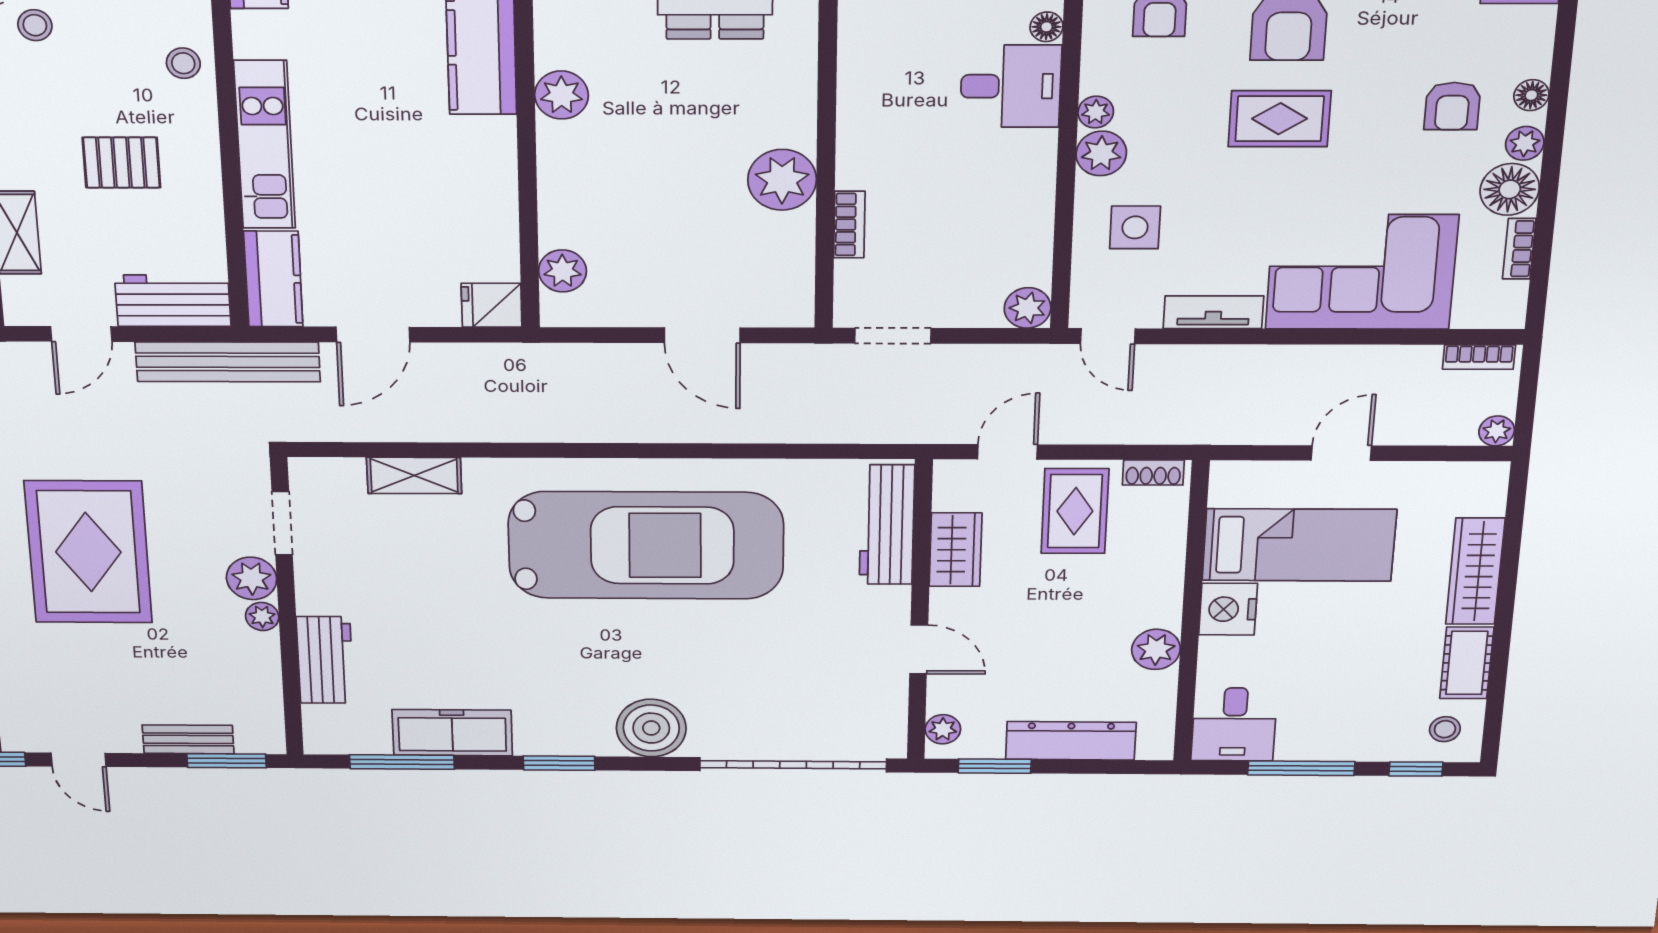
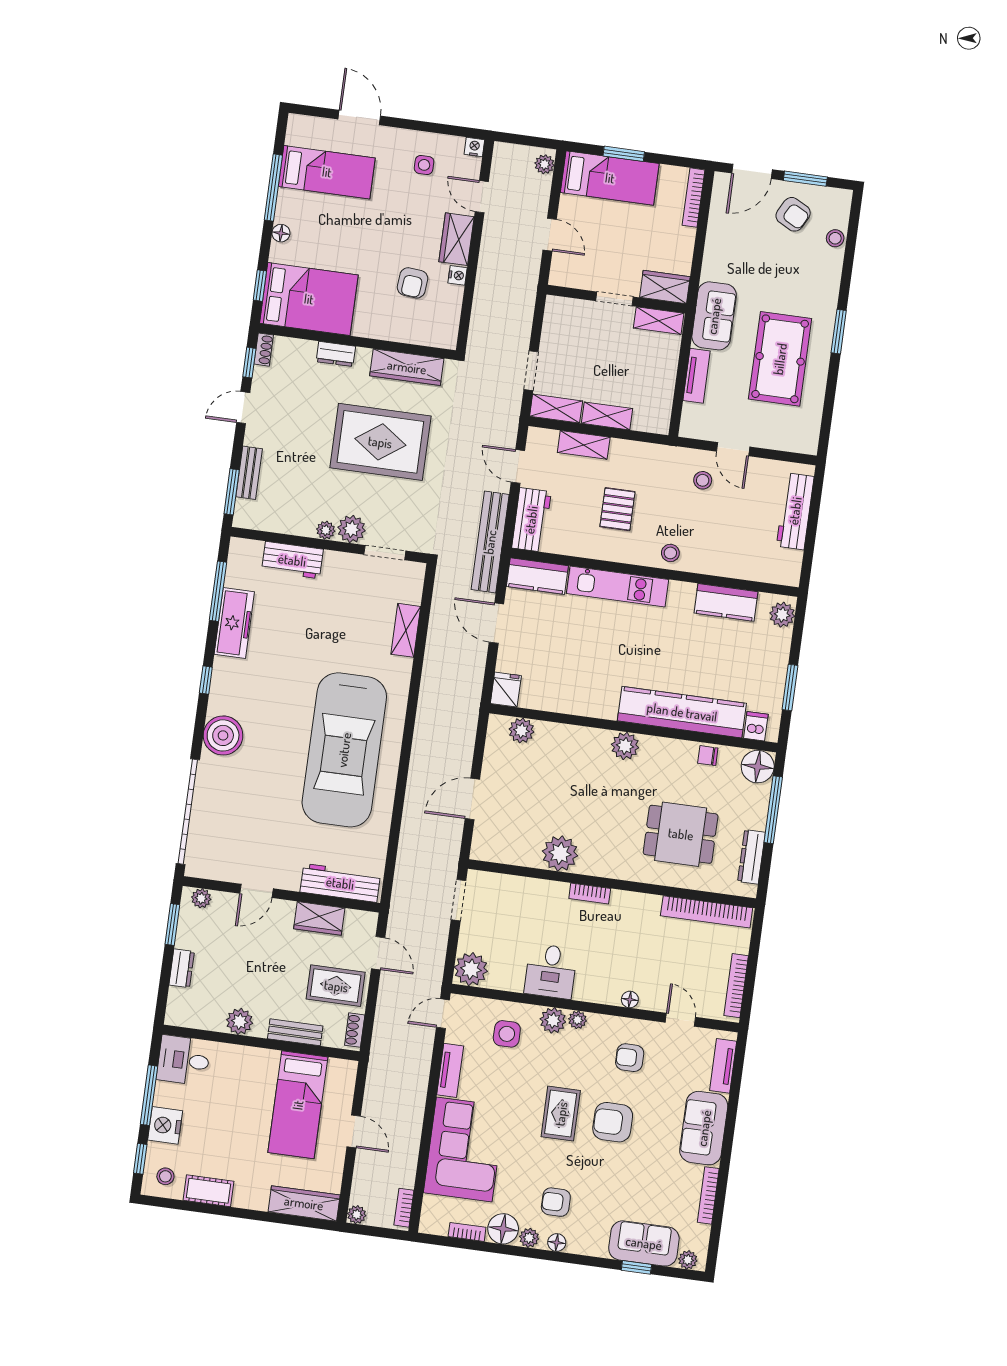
desk: (1011, 86) -> (551, 971), moved
bookcase: (849, 225) -> (590, 894), moved
plant: (1028, 308) -> (471, 969), width x1.36, depth x1.36
bench: (1167, 564) -> (295, 1032), added
wardrobe: (1475, 571) -> (304, 1203), moved
nightstand: (1228, 609) -> (165, 1125), moved, turned -90
dresser: (1071, 741) -> (182, 968), width x0.51, depth x0.80
window: (559, 763) -> (206, 680), width x0.67

